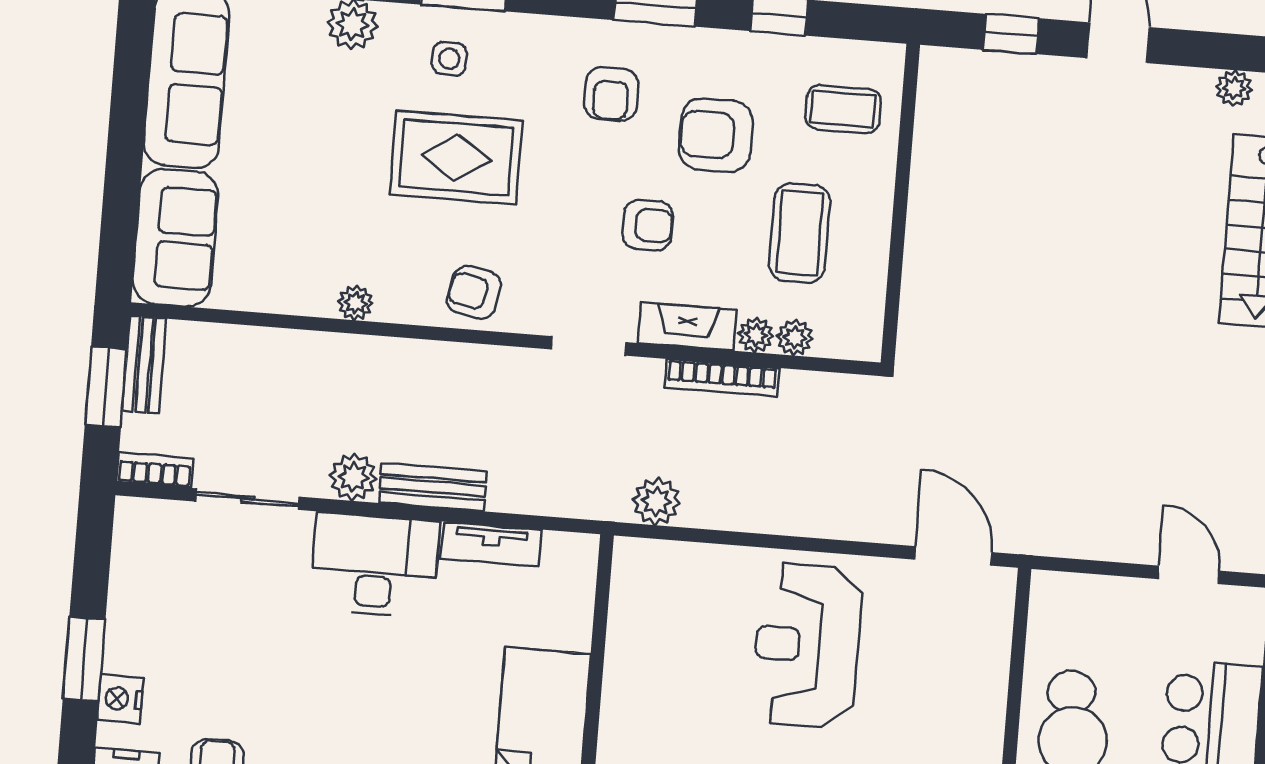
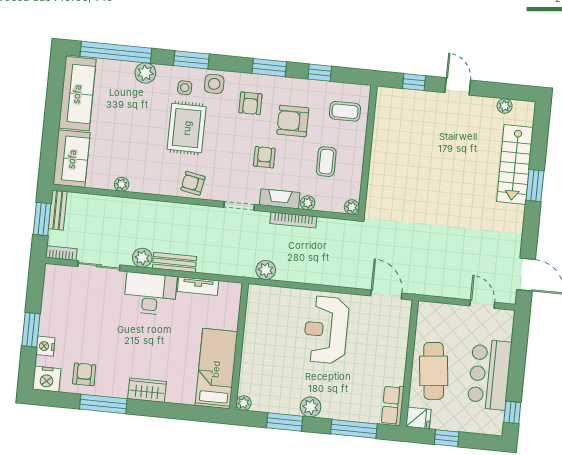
side table: (521, 48) -> (214, 84), added
rug: (456, 157) -> (187, 128), turned 90
armchair: (648, 225) -> (264, 157), turned -90
coffee table: (800, 233) -> (326, 162), width x0.73, depth x0.77
plant: (356, 303) -> (122, 184), moved
plant: (795, 338) -> (352, 207), moved

